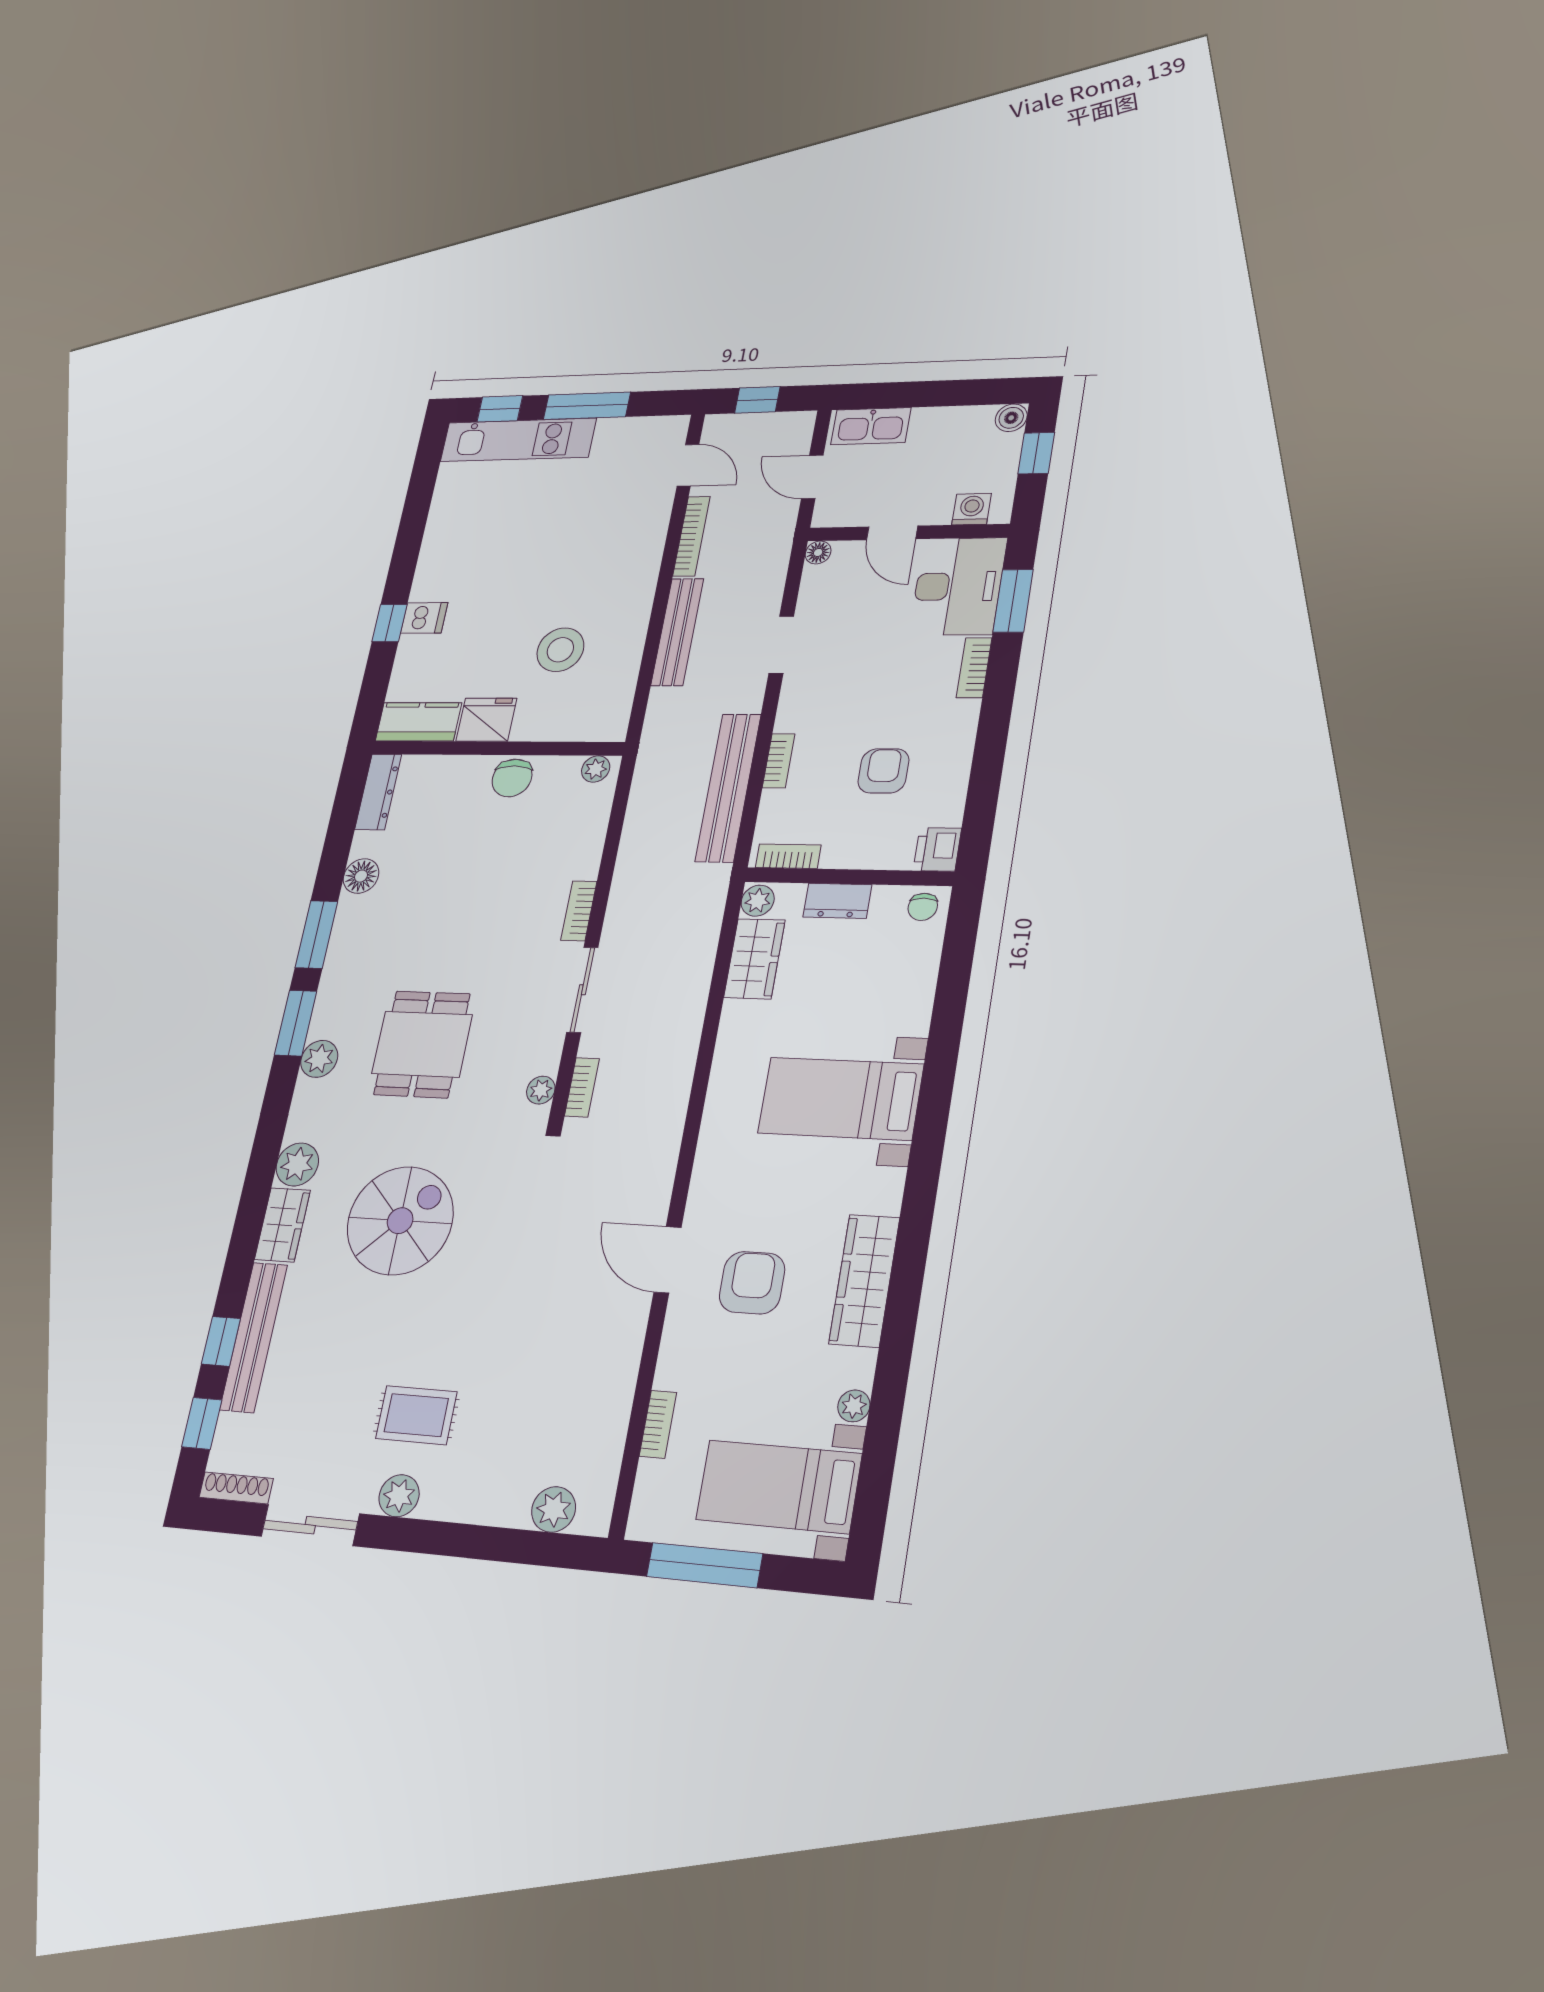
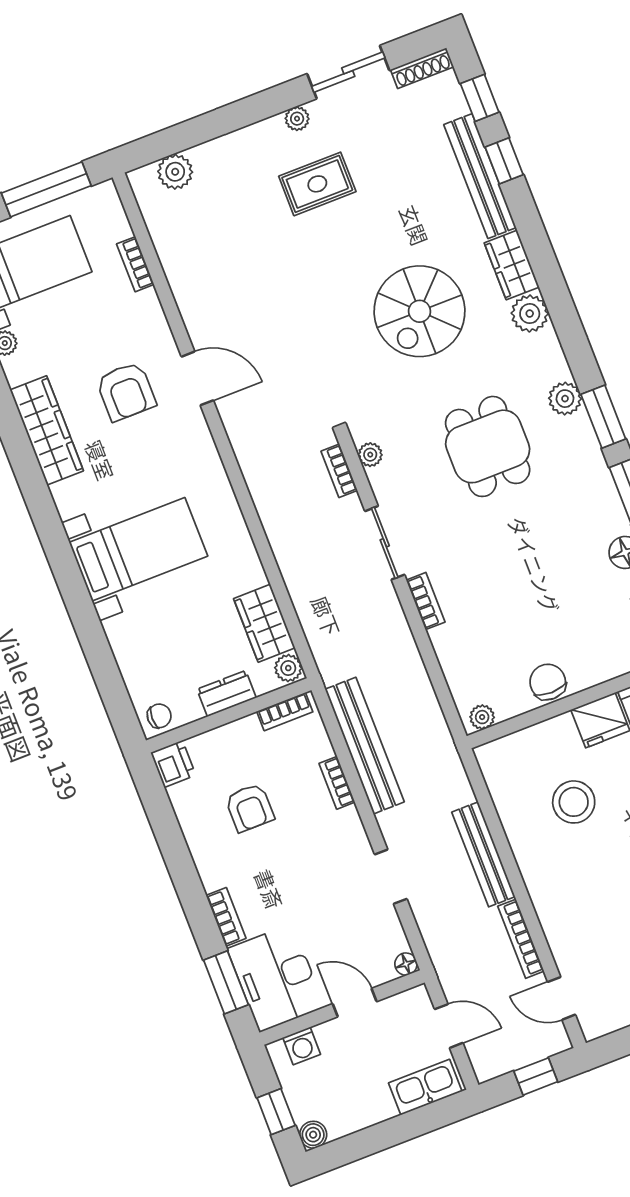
chair: (923, 907) -> (159, 716), turned 90
plant: (399, 1496) -> (297, 119), width x0.73, depth x0.73

